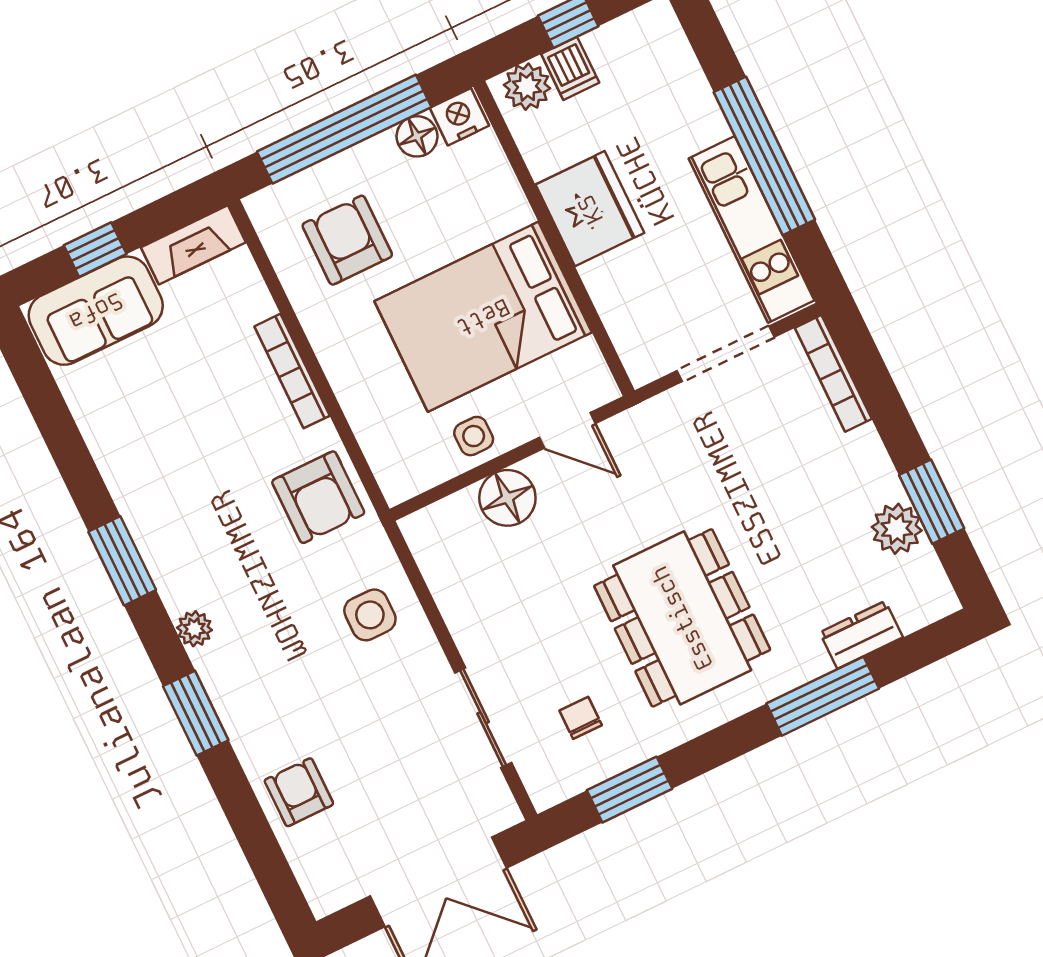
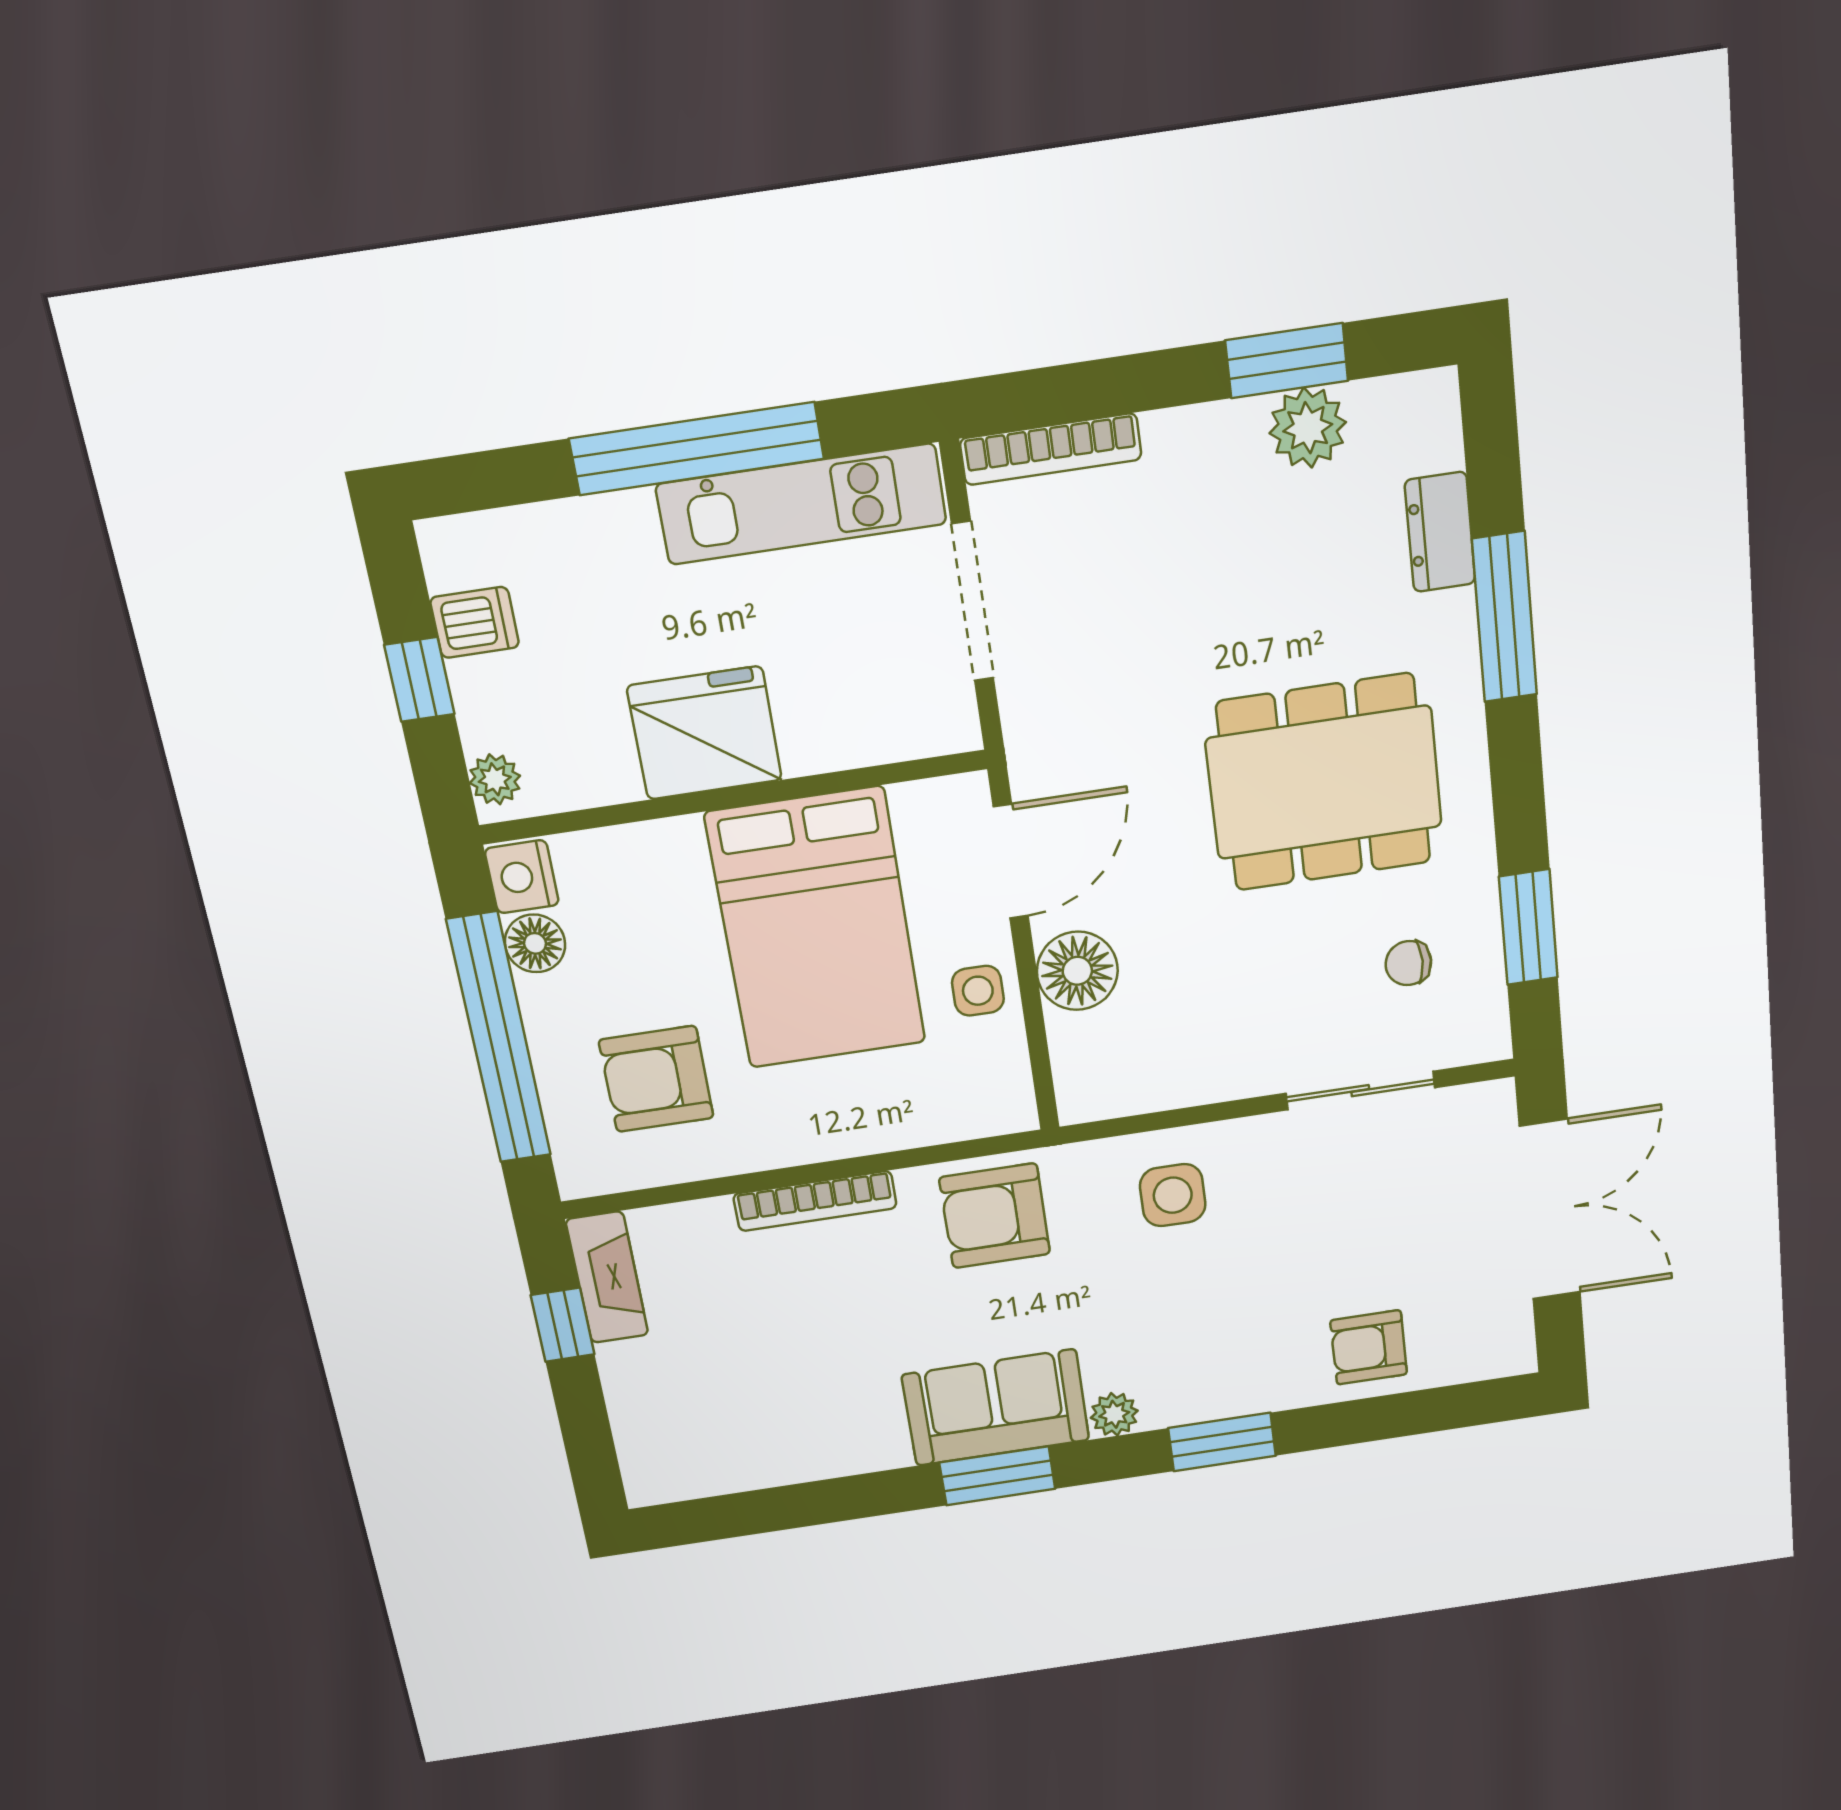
dishwasher: (570, 68) -> (475, 622), moved
plant: (527, 87) -> (495, 779), width x0.73, depth x0.73
window: (95, 250) -> (563, 1325), moved
sofa: (96, 311) -> (996, 1407), moved, turned -90
door: (567, 430) -> (1011, 861), width x1.38
armchair: (318, 497) -> (995, 1216), turned 180

